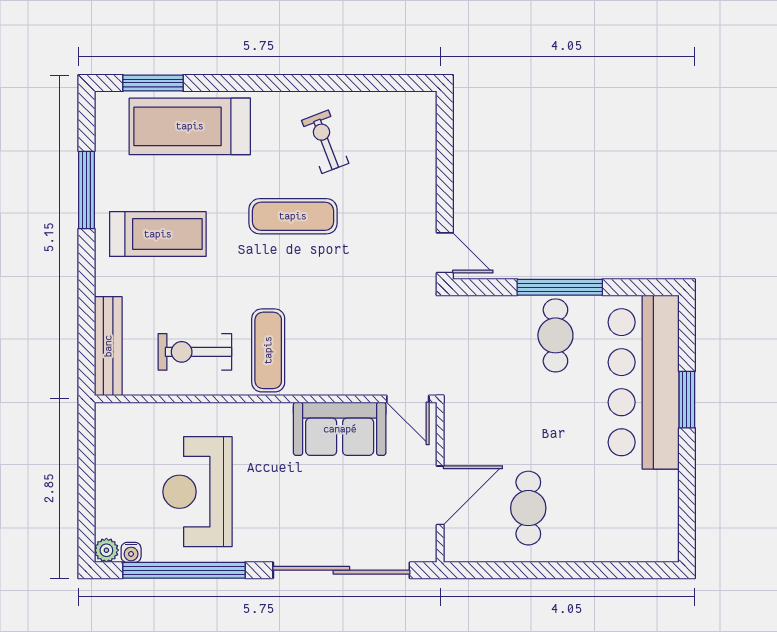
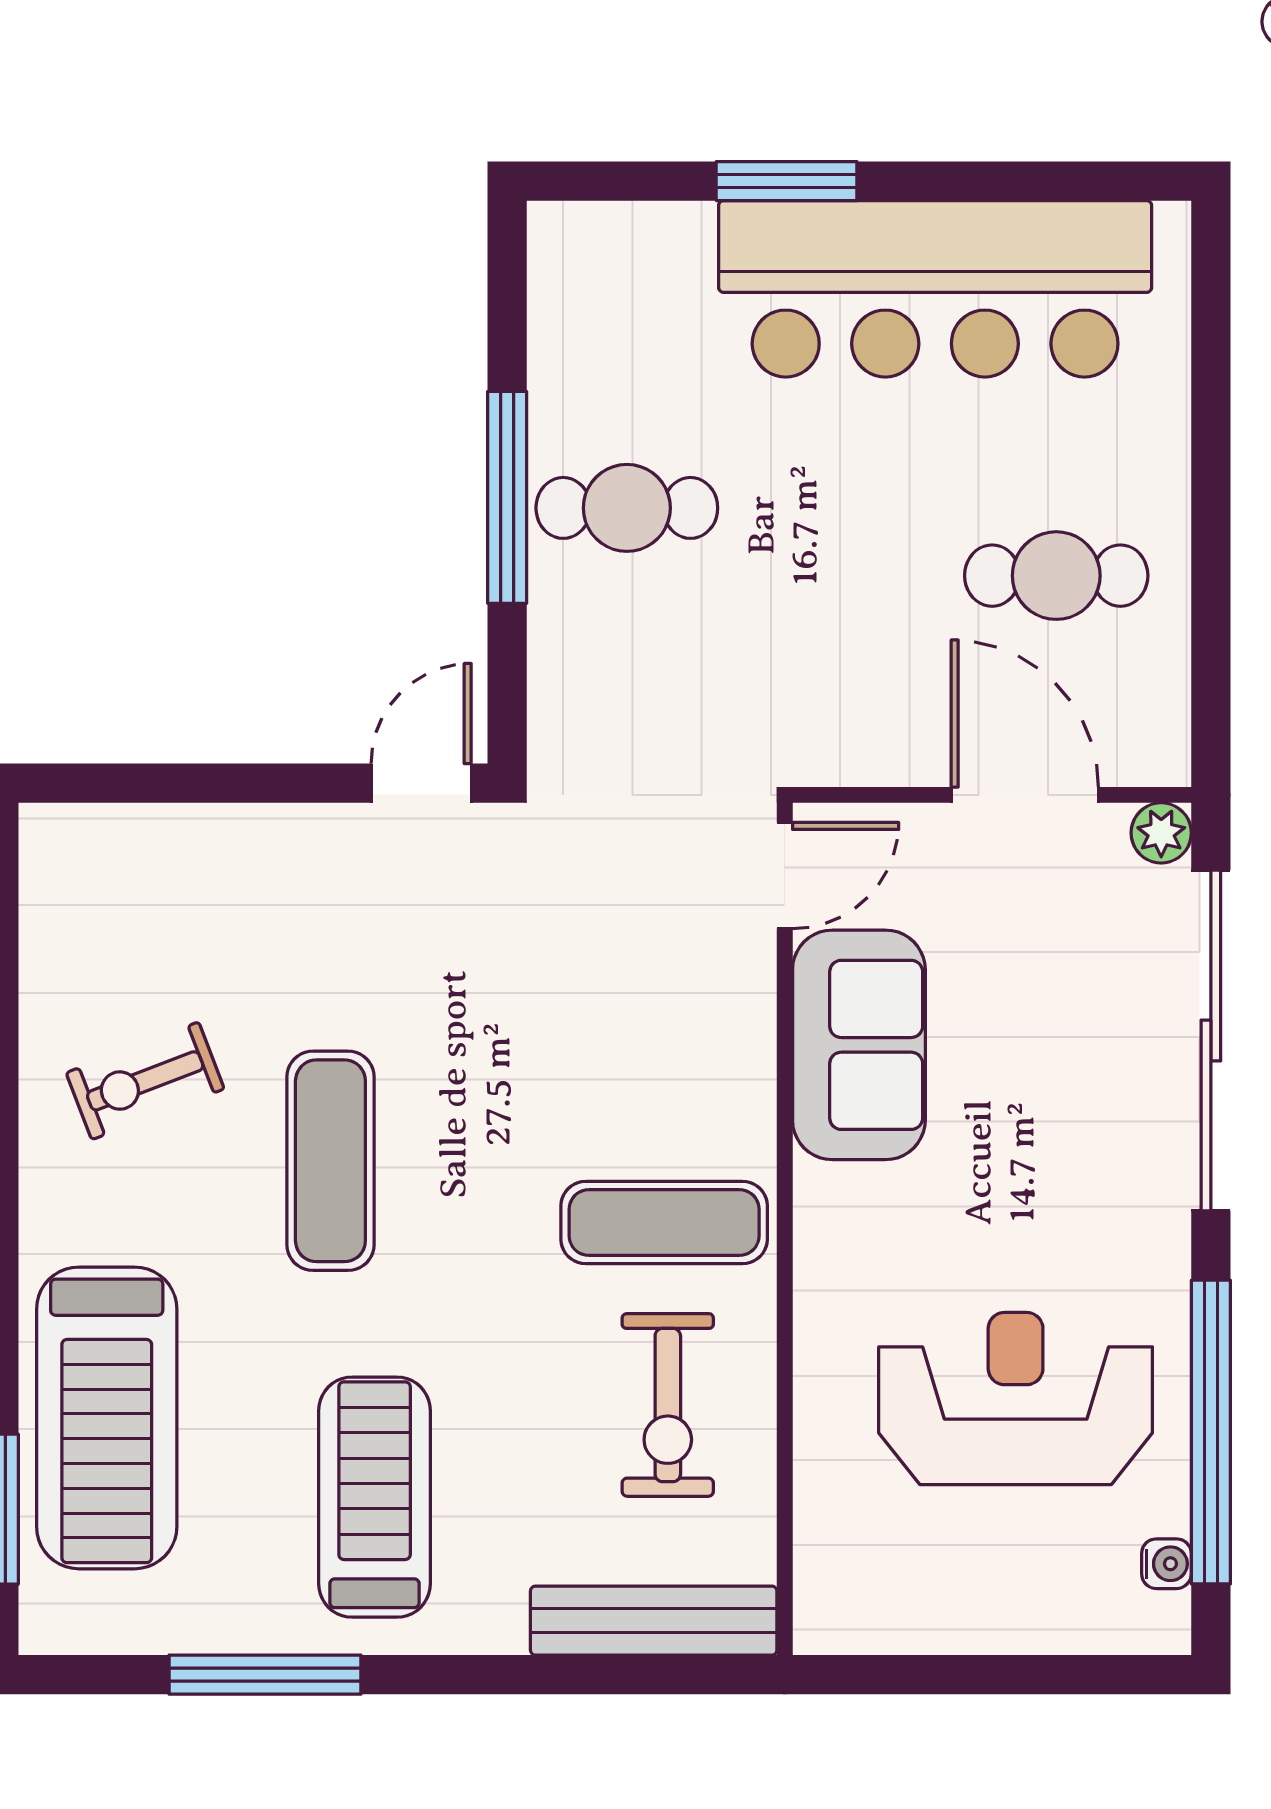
bar counter: (644, 382) -> (935, 289), moved
reception desk: (197, 492) -> (1016, 1398), turned 180
plant: (106, 550) -> (1161, 833), moved

